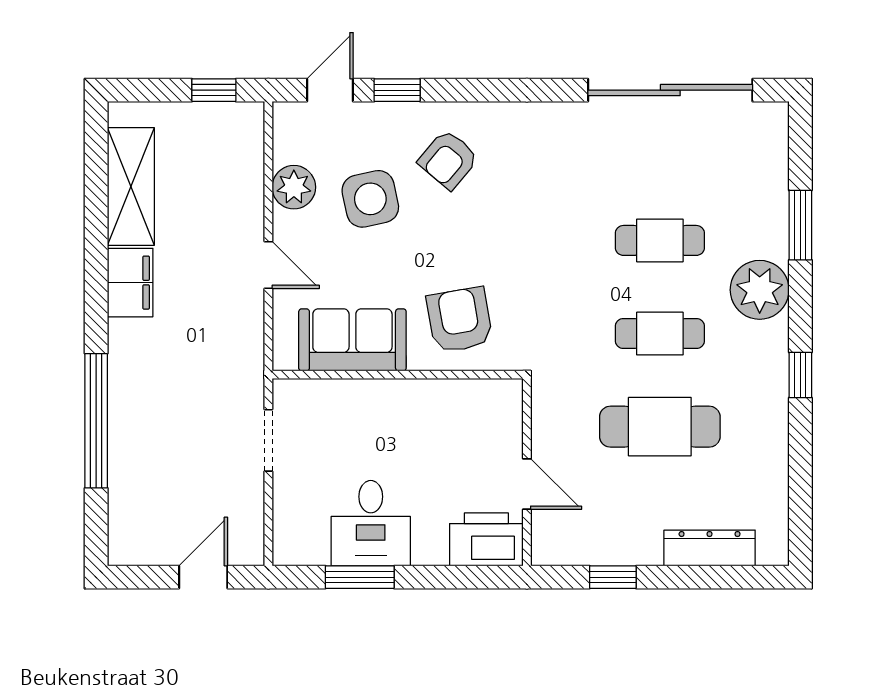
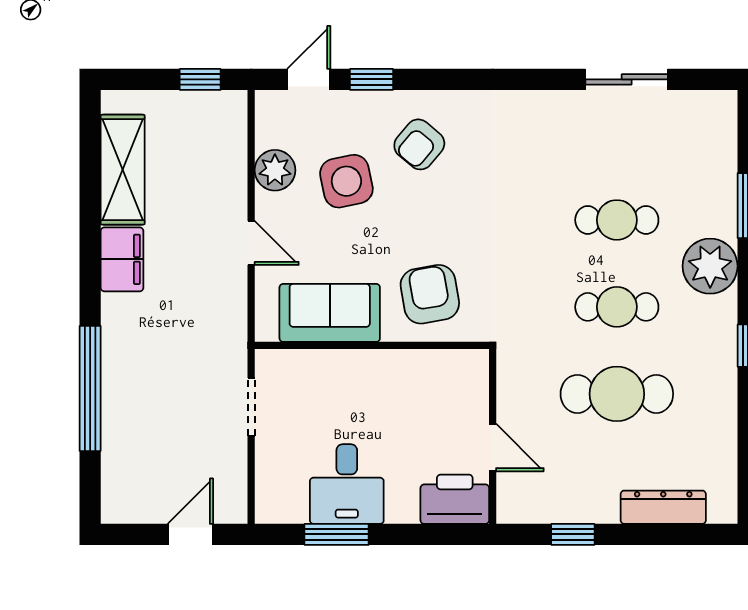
sliding door: (670, 90) -> (627, 79), width x0.54

